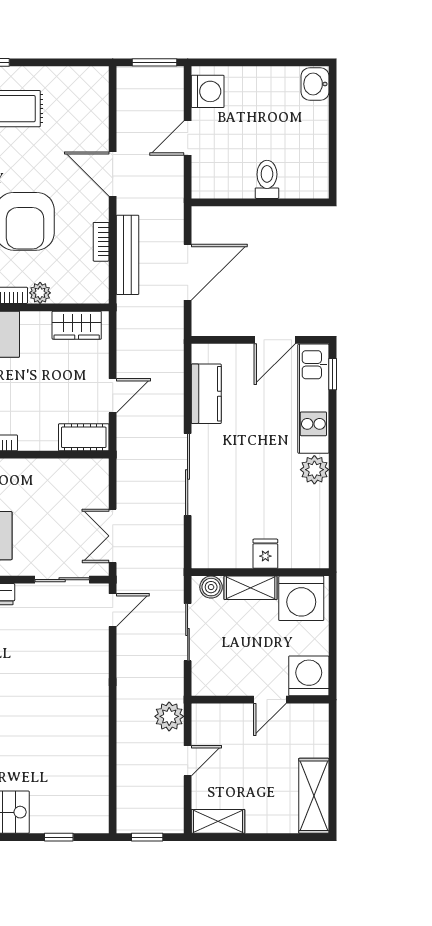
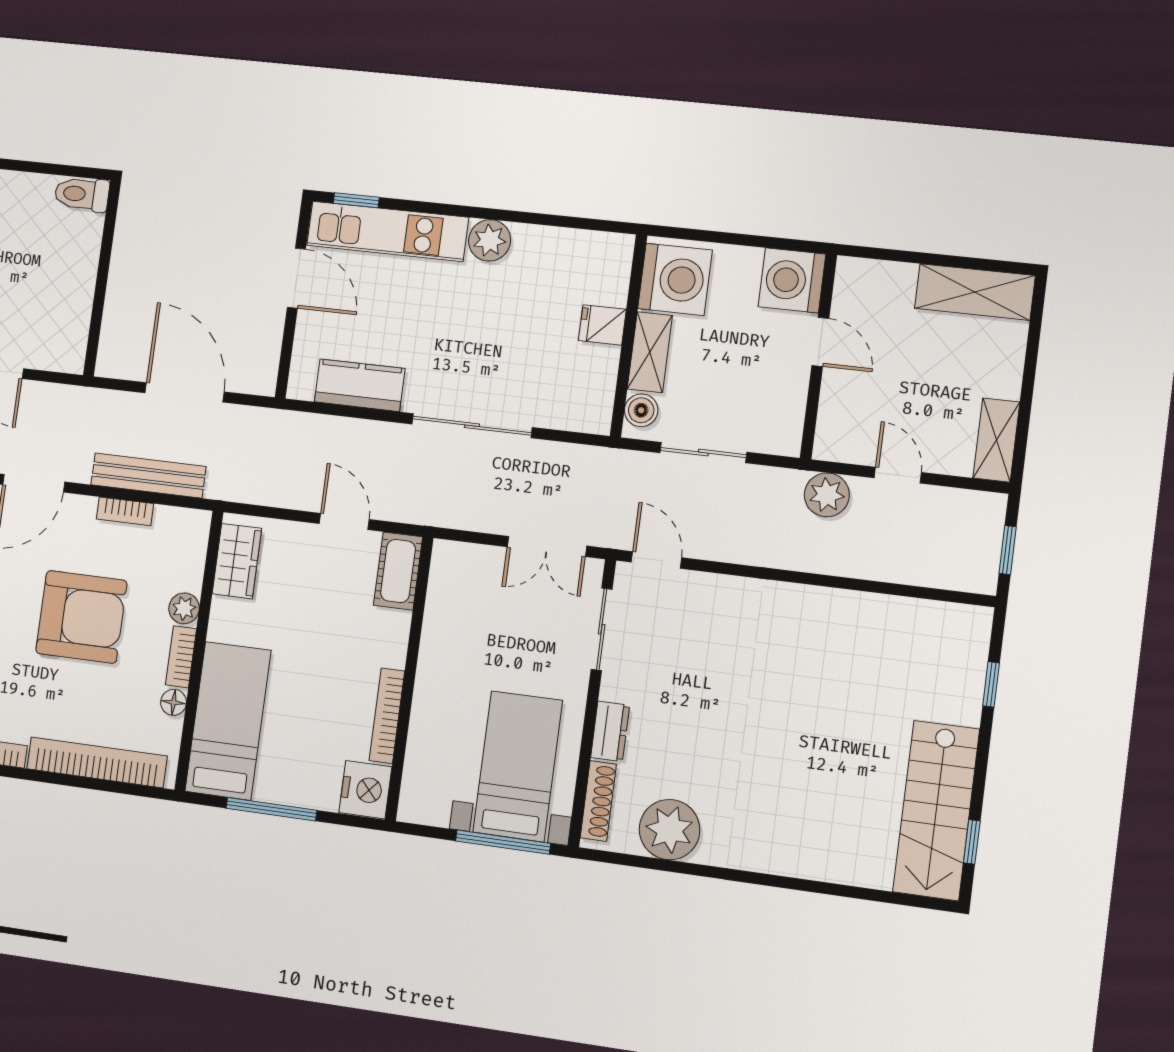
toilet: (267, 179) -> (82, 194), moved

